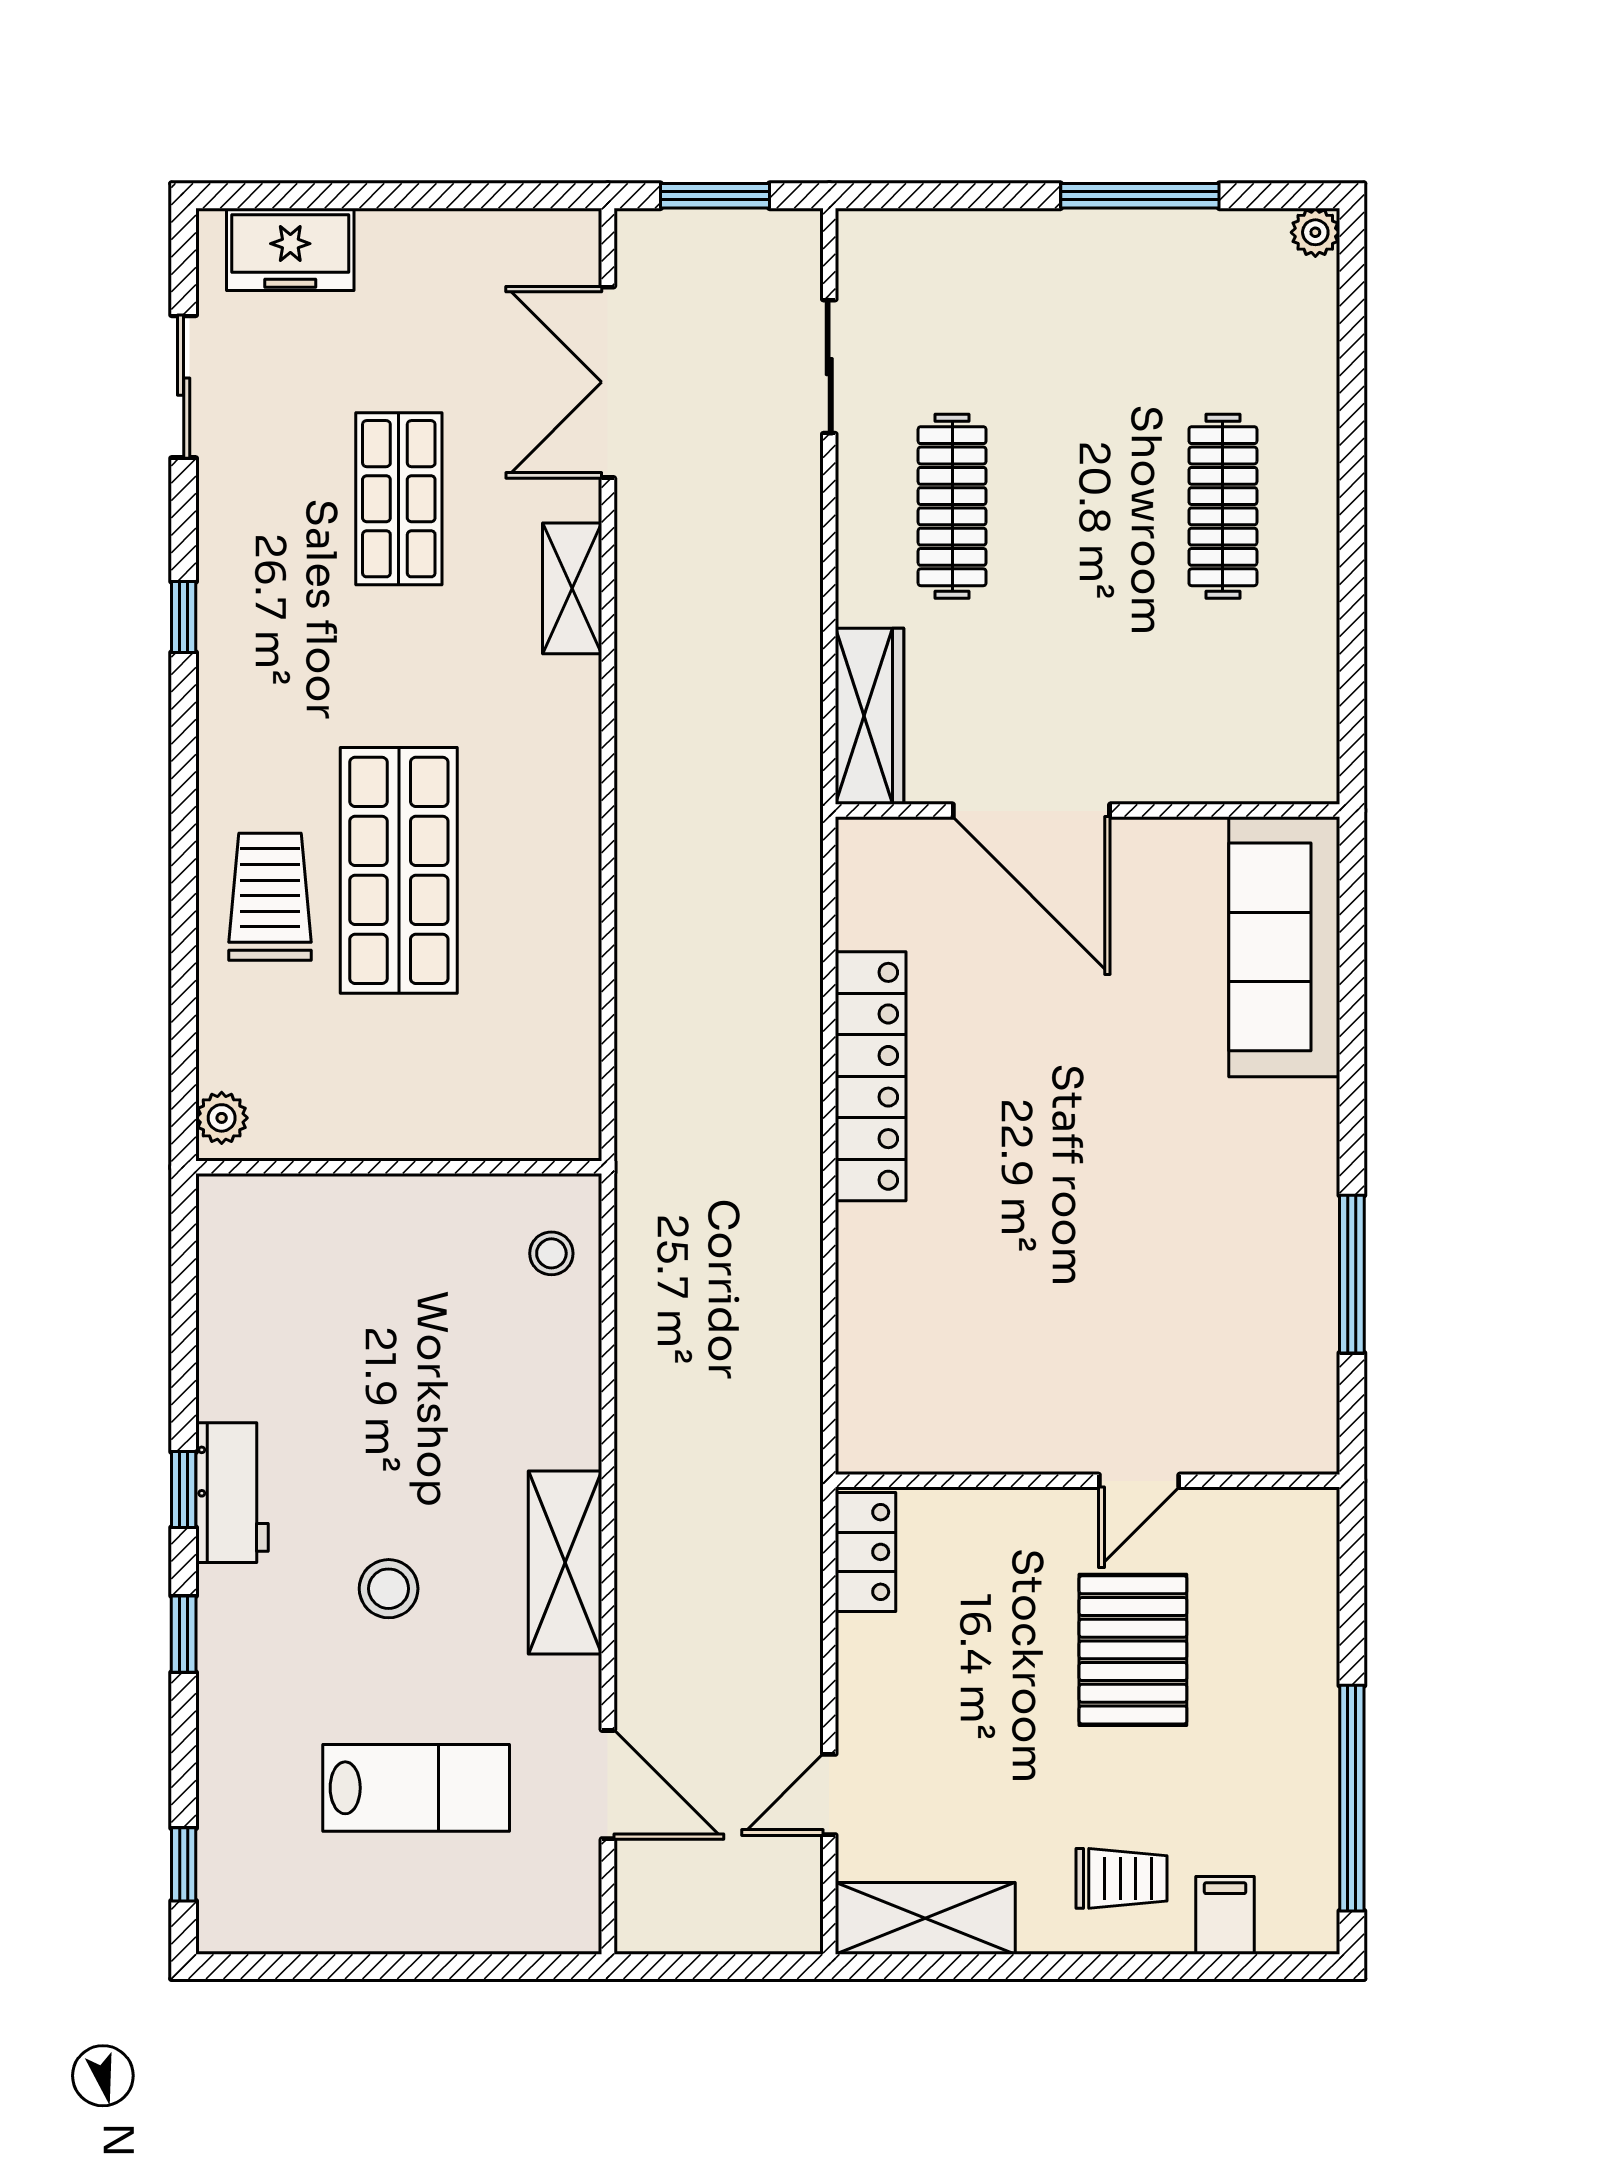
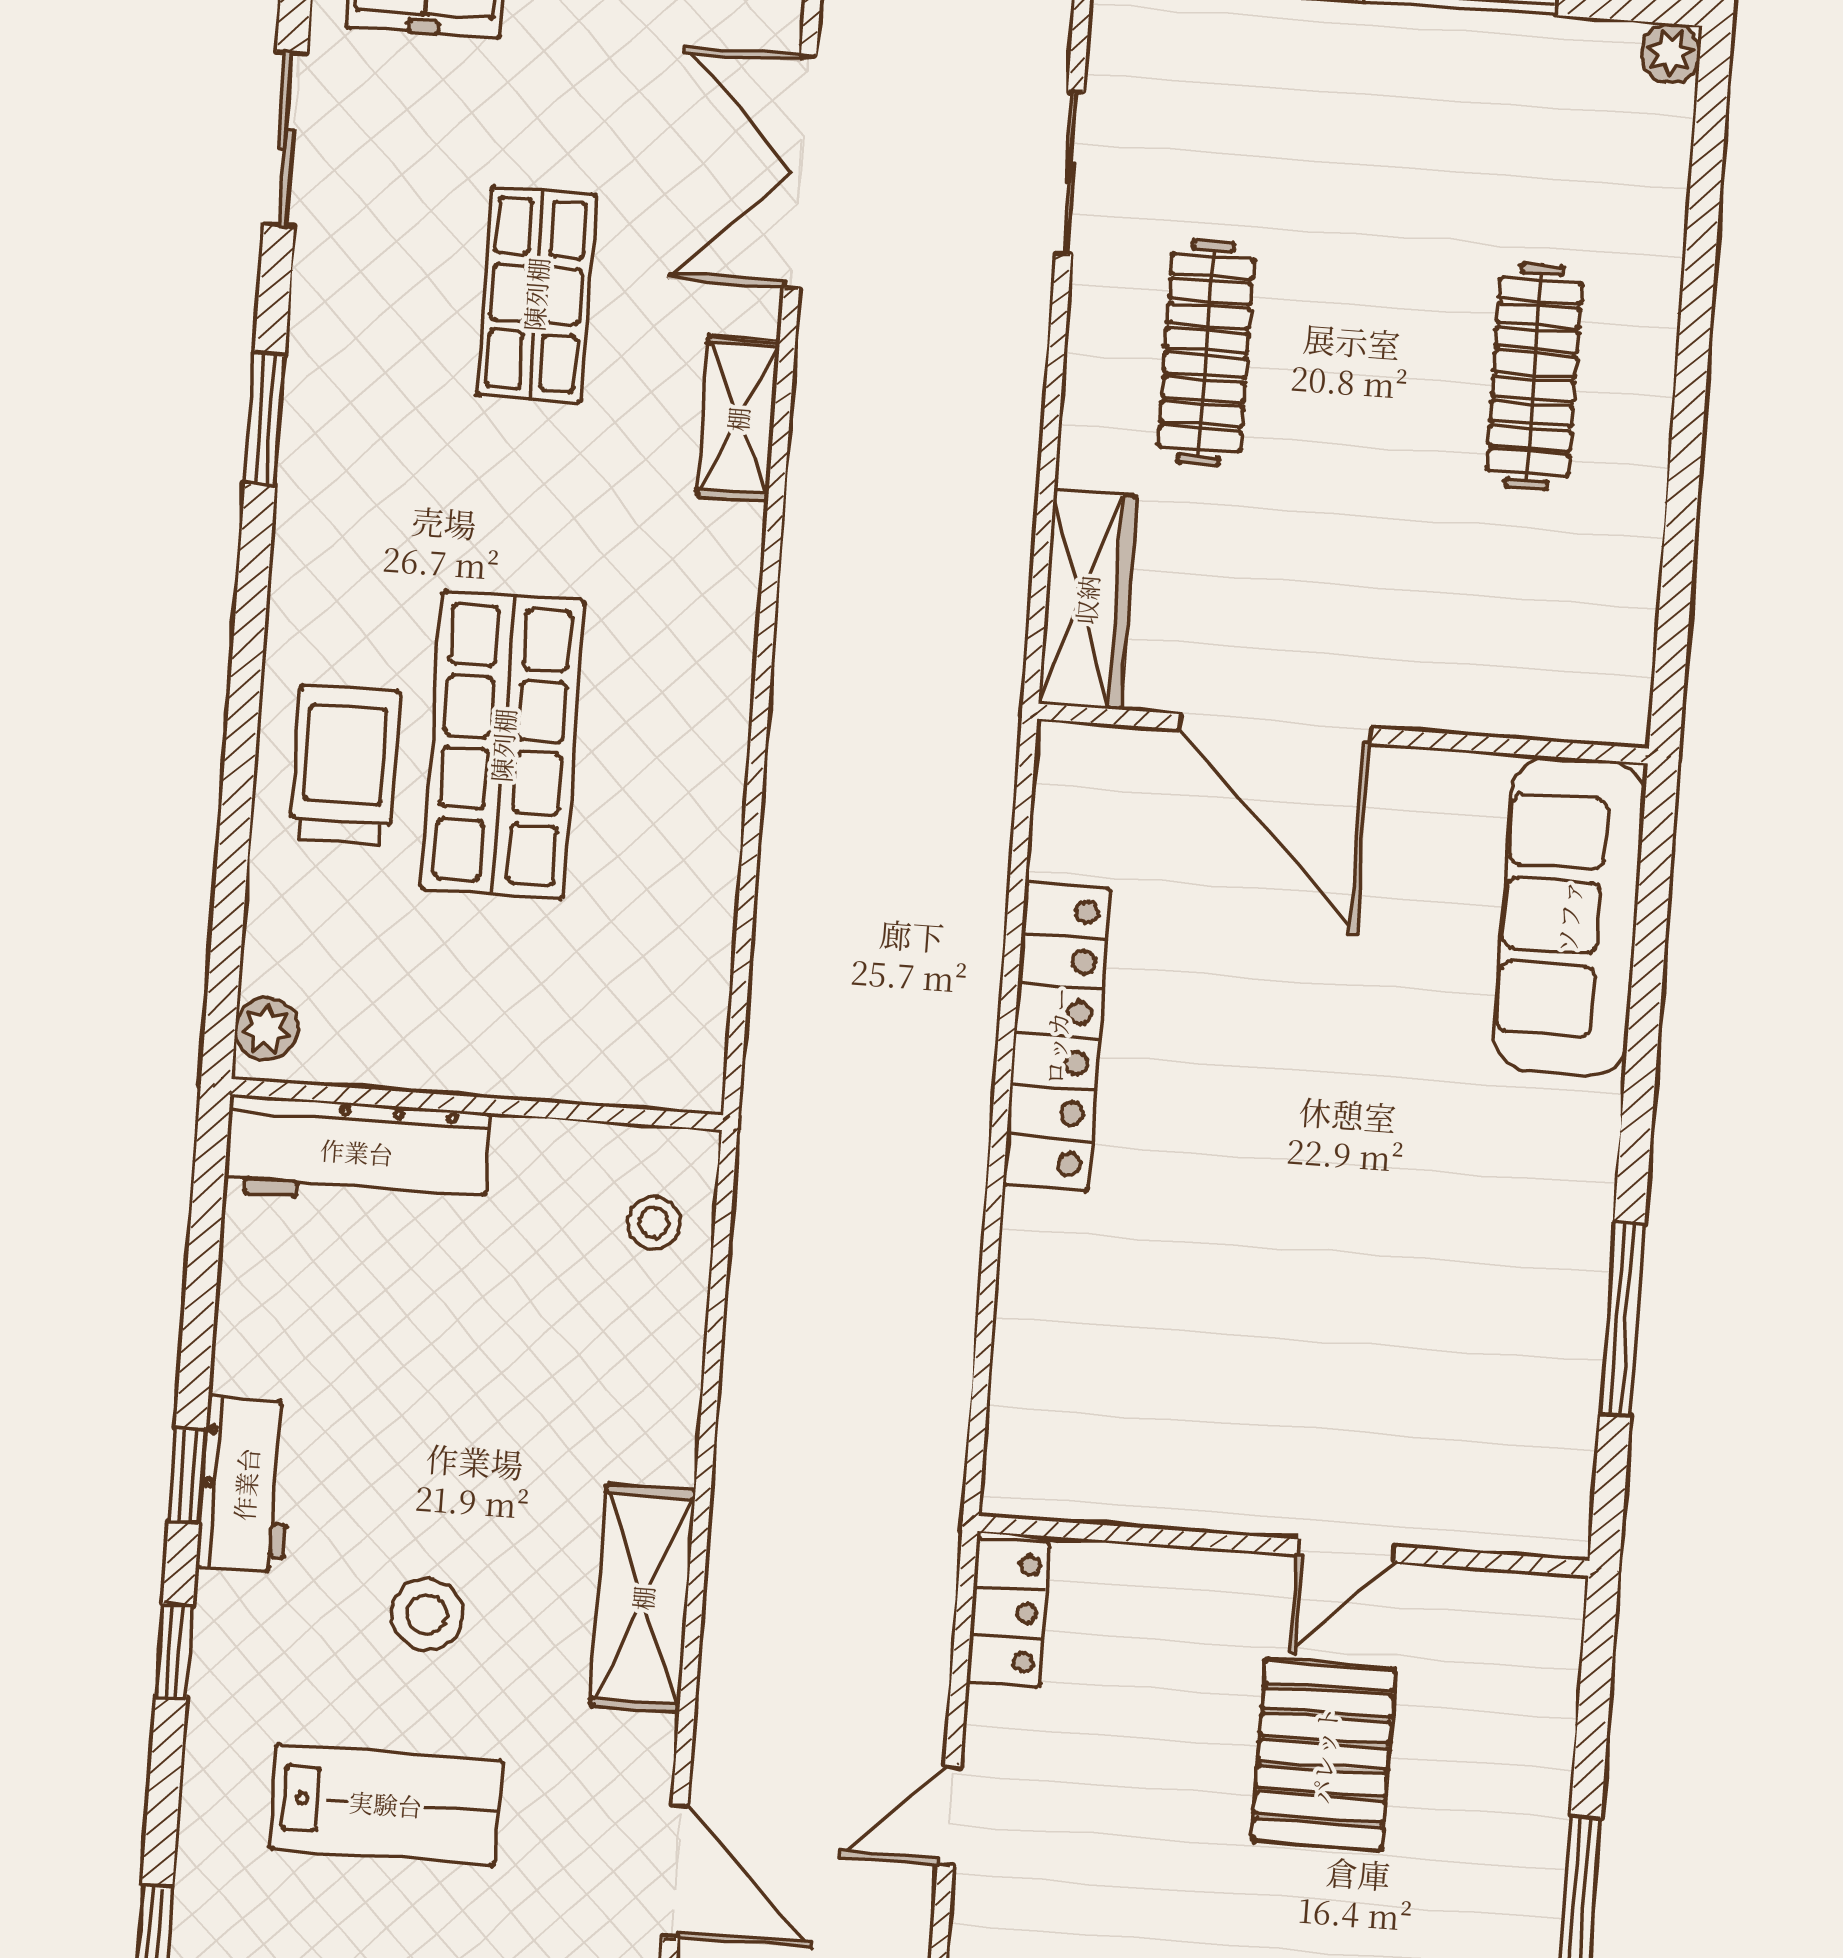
window: (184, 617) -> (265, 419), width x1.50
workbench: (303, 1214) -> (357, 1152), added
lab bench: (416, 1788) -> (386, 1804), moved
door: (829, 1794) -> (949, 1816), moved

